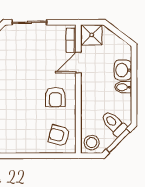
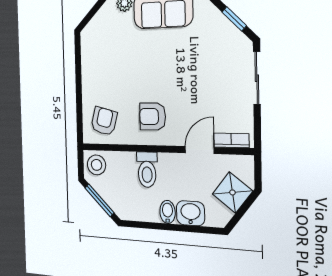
shower: (92, 35) -> (232, 192), moved, turned 37
door: (78, 63) -> (200, 150), hinge flipped
toilet: (114, 123) -> (147, 170), moved, turned 135

